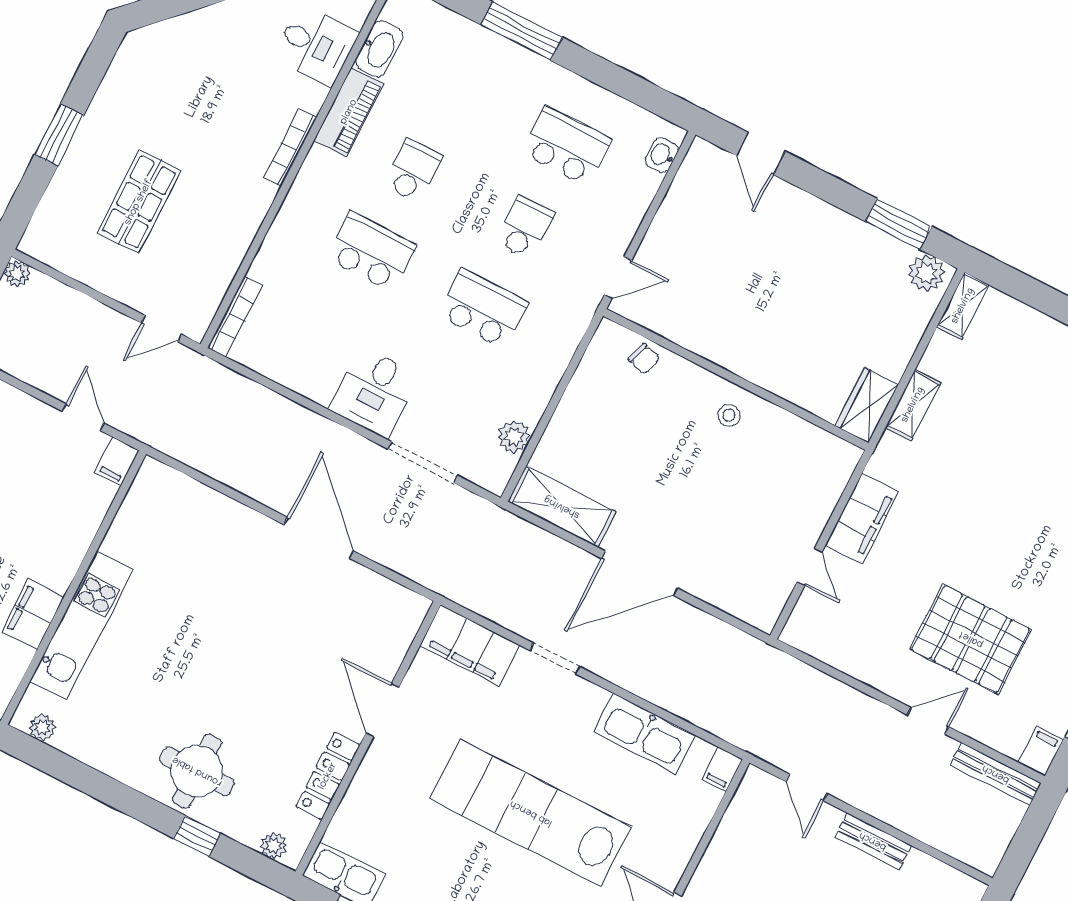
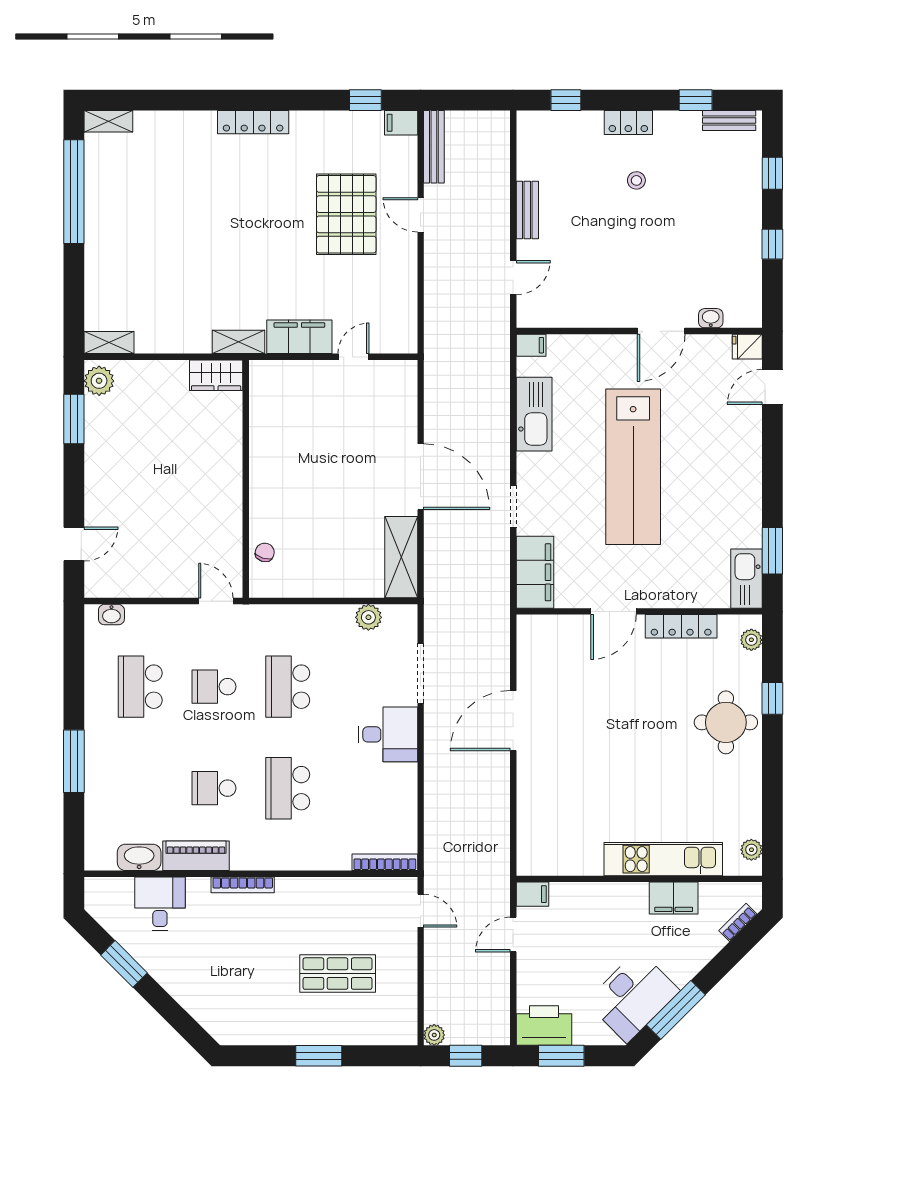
shelving: (913, 405) -> (239, 342), moved
stool: (729, 415) -> (274, 471), removed

